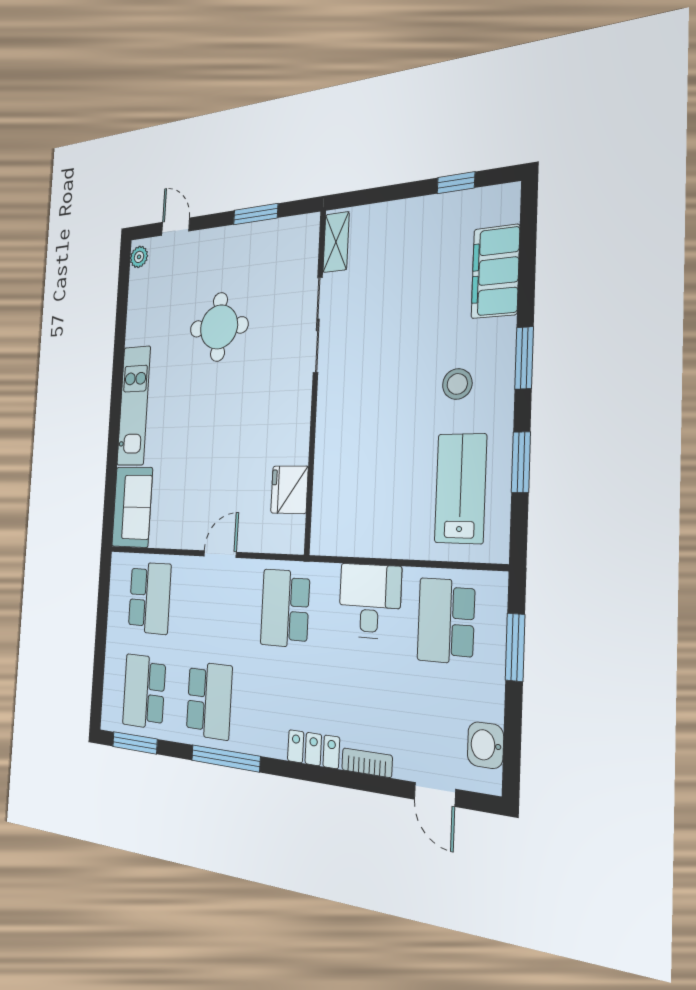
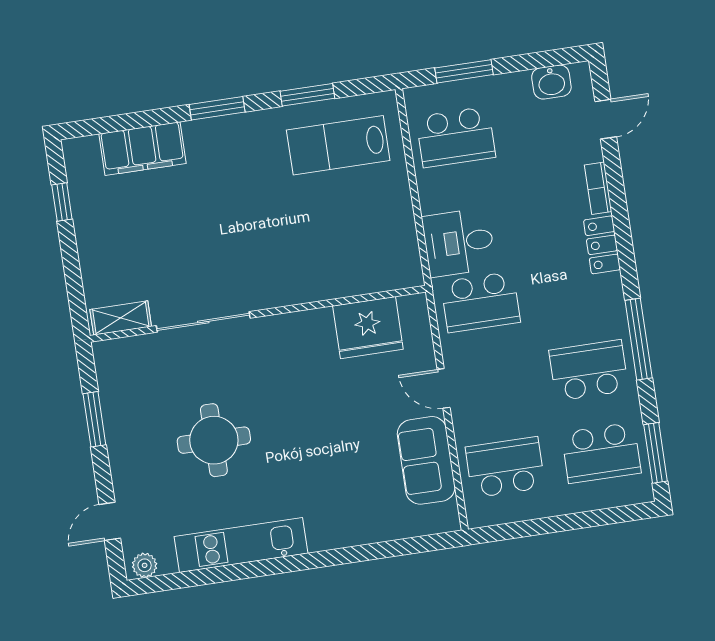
stool: (457, 384) -> (246, 166), removed
kitchen unit: (134, 406) -> (241, 545), moved
fridge: (289, 490) -> (368, 328), width x1.36, depth x1.34
sofa: (132, 507) -> (426, 460), moved, turned -90
desk: (370, 601) -> (459, 243), moved

